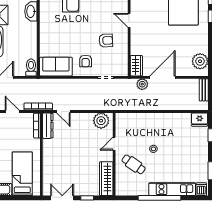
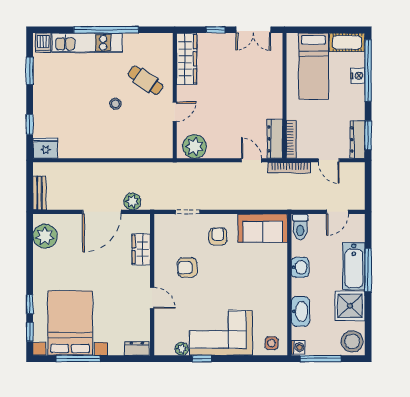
washbasin: (31, 41) -> (300, 267), added
wardrobe: (136, 66) -> (141, 249), moved

